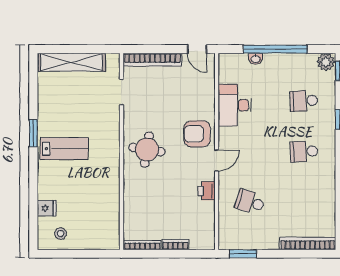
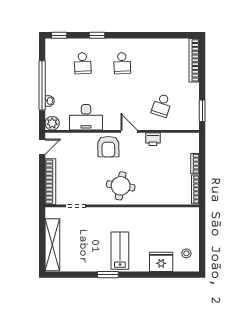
plant: (326, 62) -> (52, 123), moved
fridge: (47, 208) -> (161, 262), width x1.88, depth x1.34

